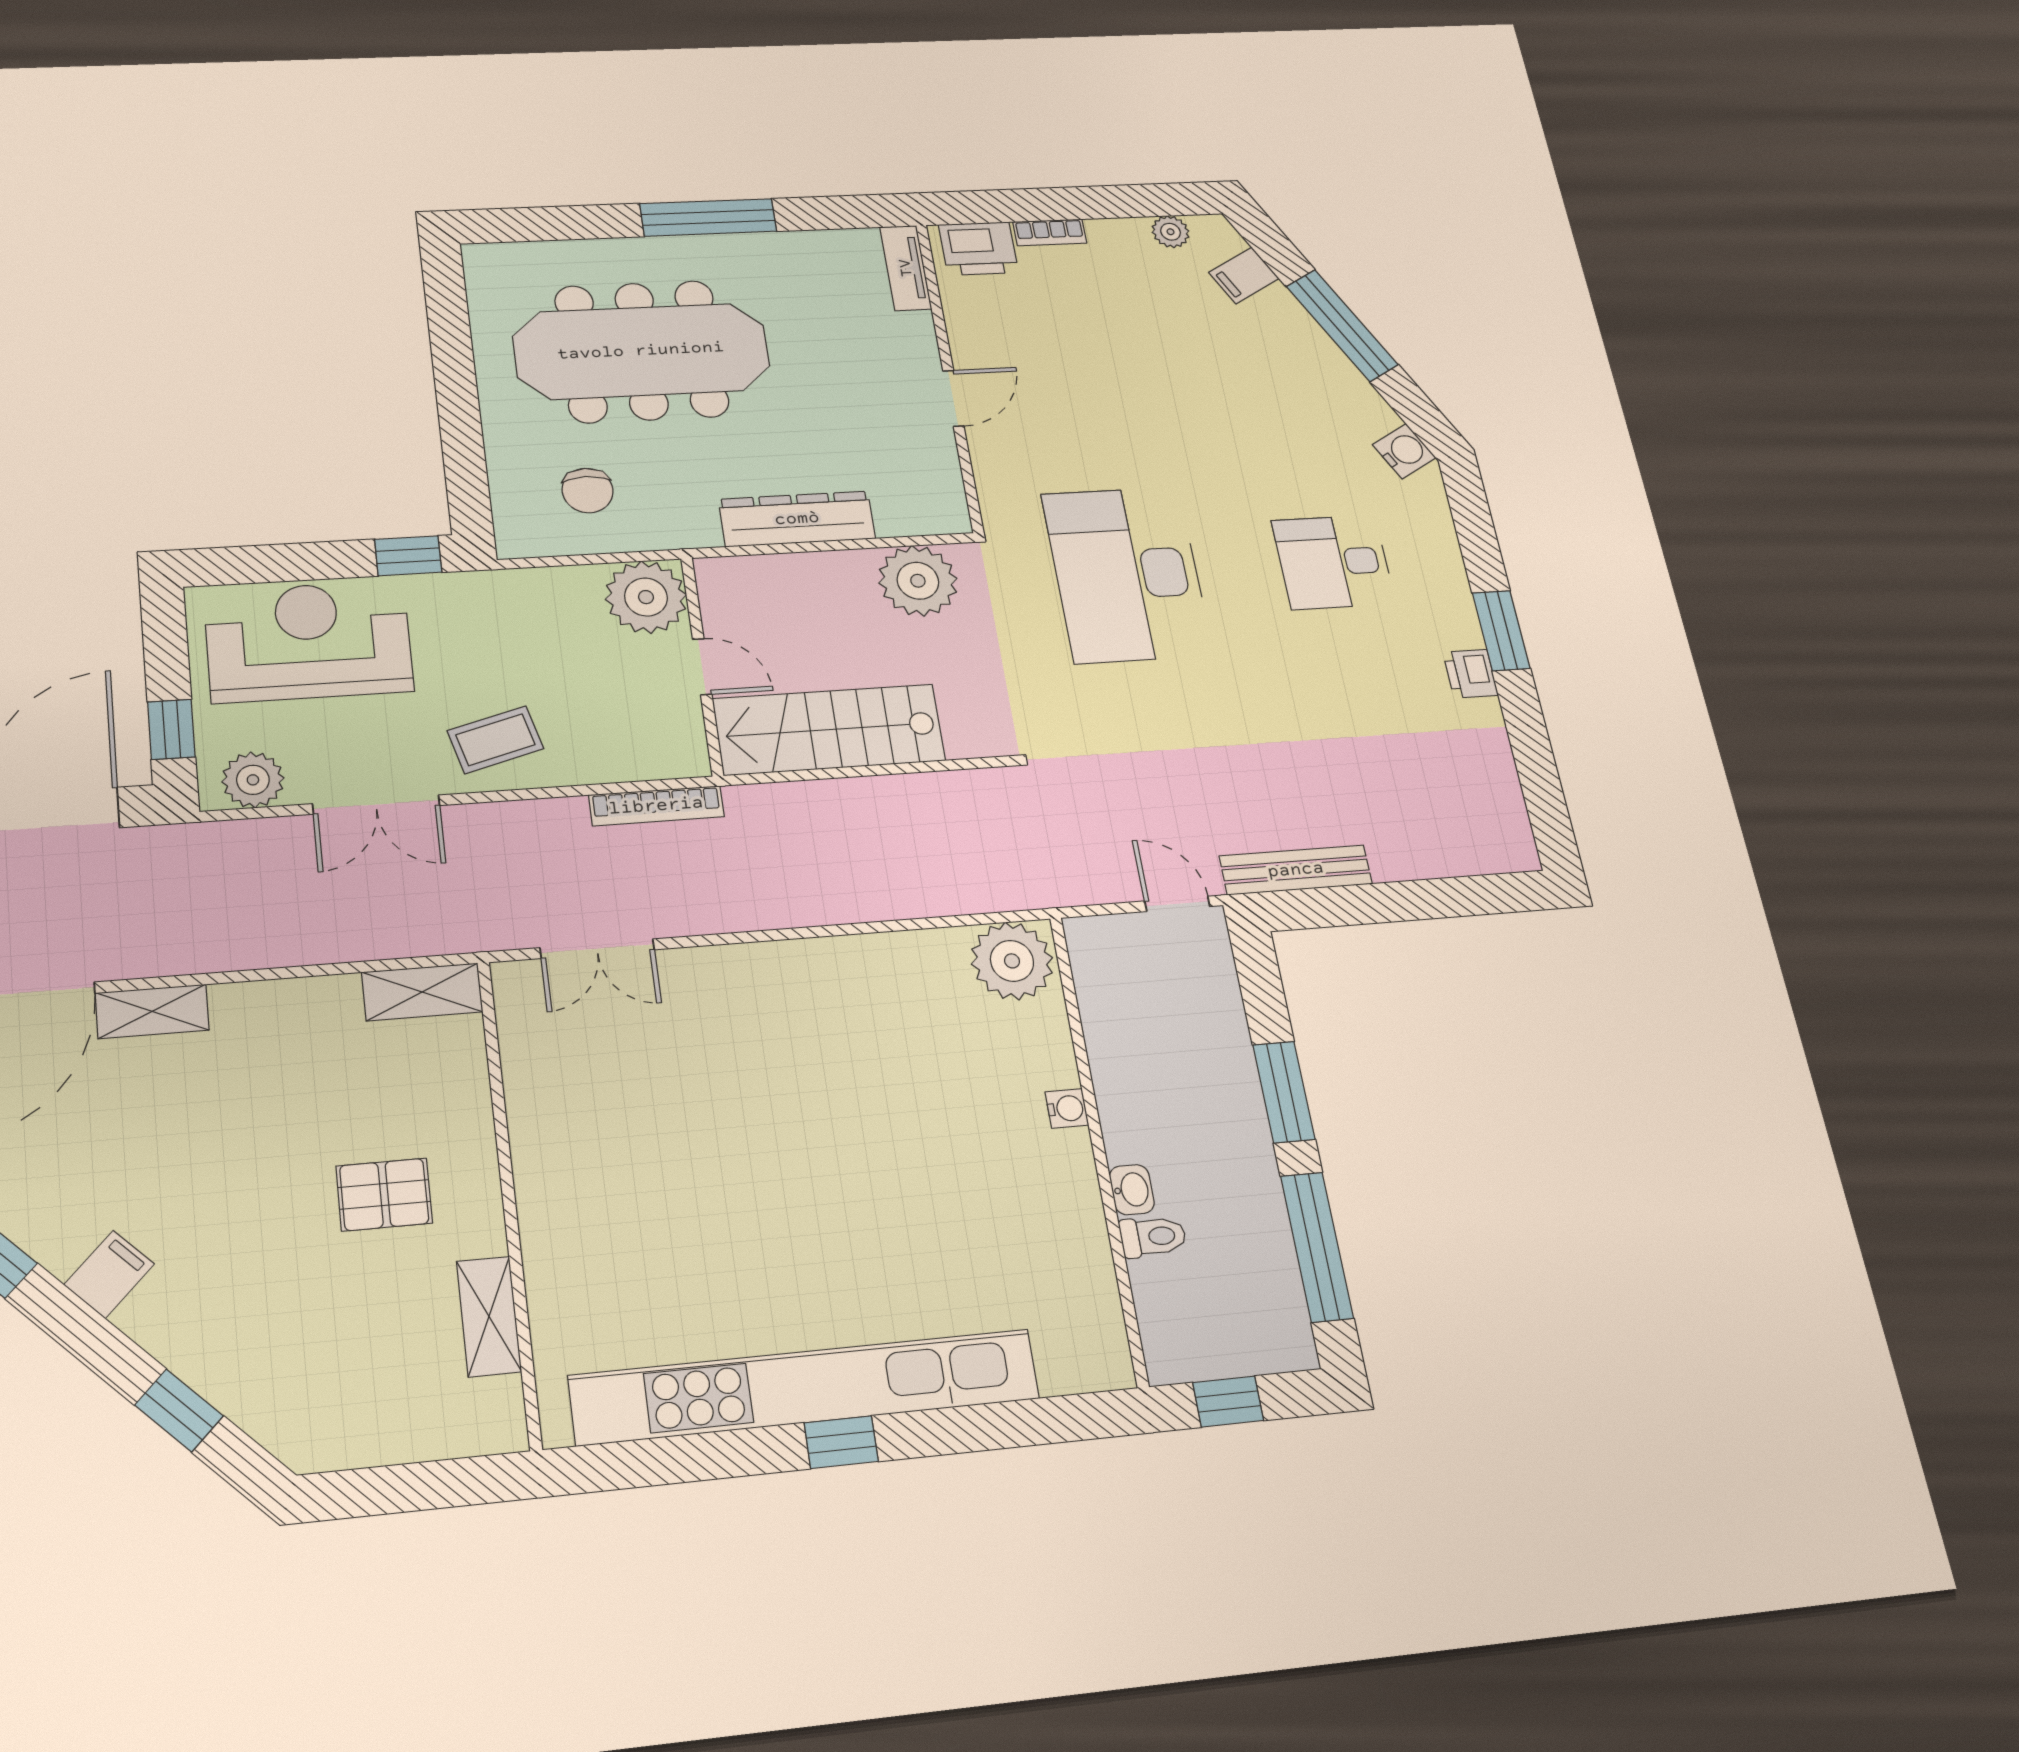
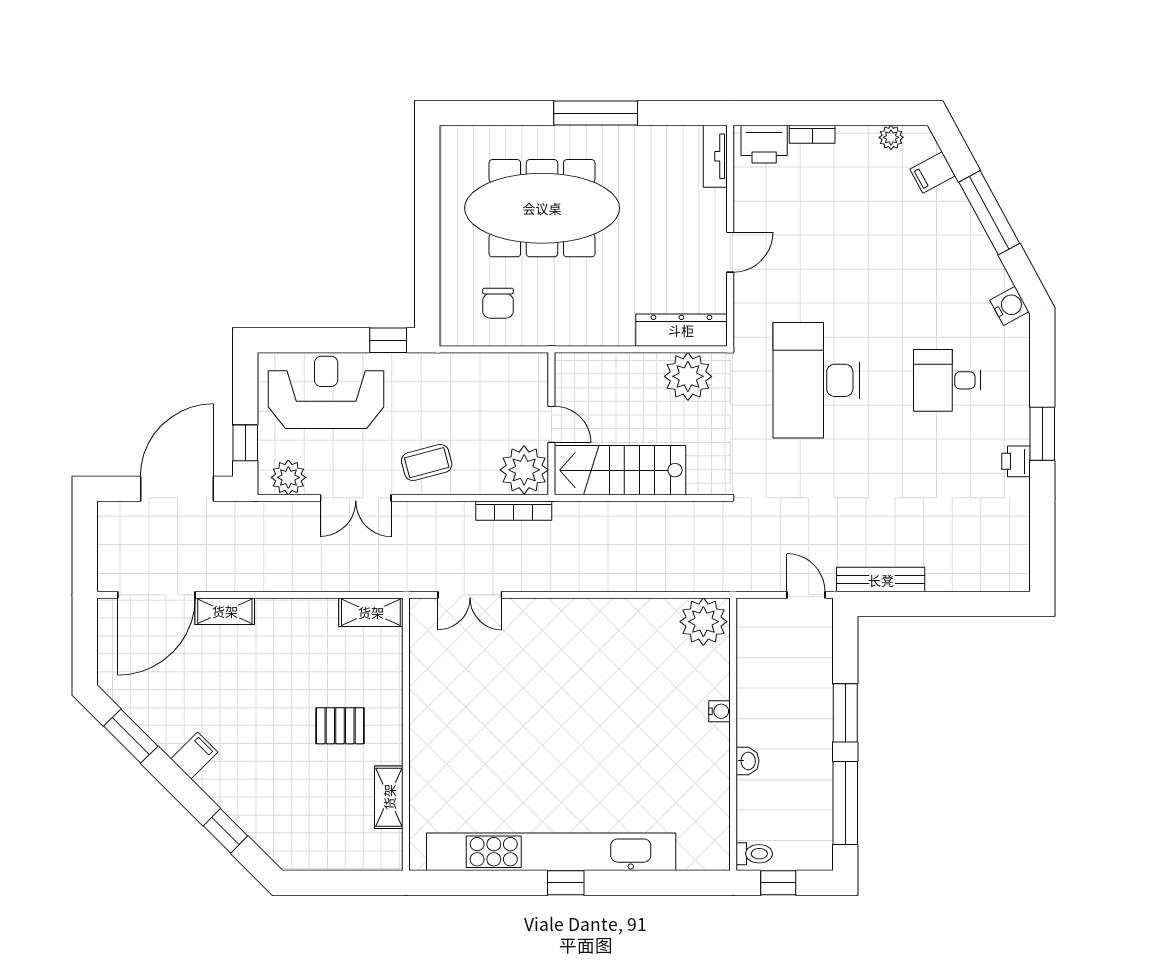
dresser: (797, 519) -> (681, 330), moved
plant: (646, 597) -> (524, 470), moved
toilet: (1153, 1237) -> (754, 854), moved

